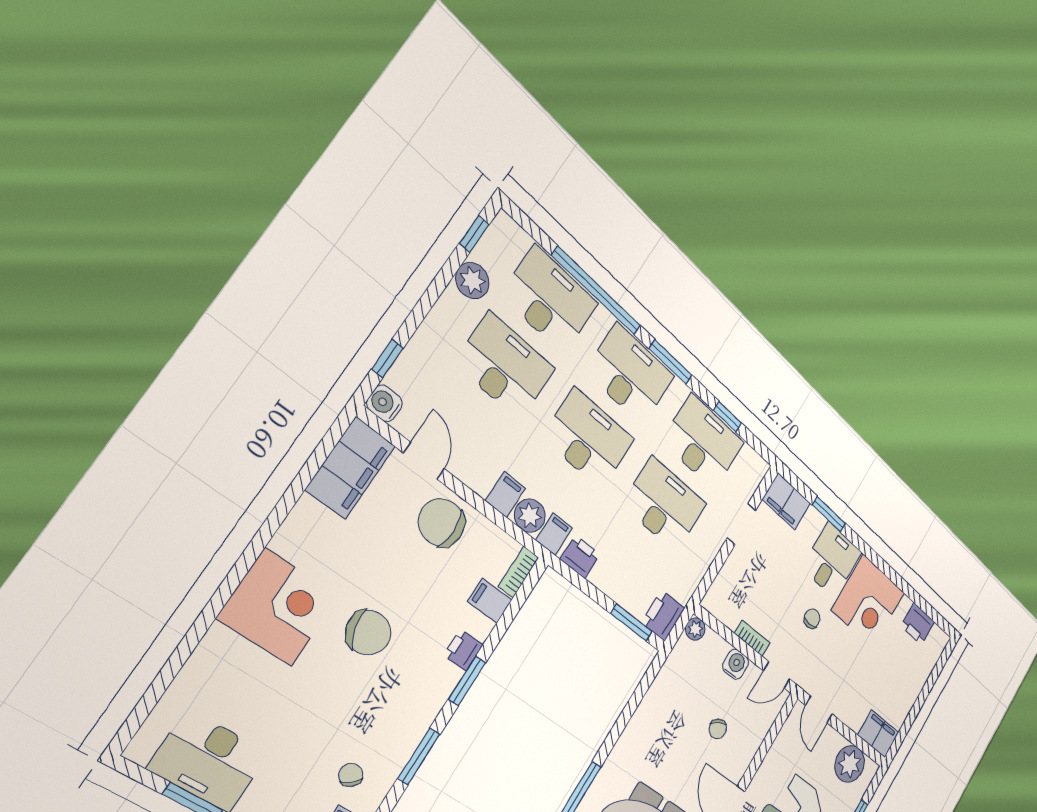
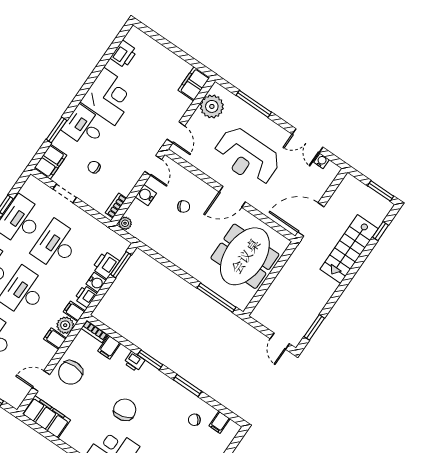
water cooler: (385, 403) -> (96, 282), moved, turned -90
printer: (663, 616) -> (106, 265), moved, turned 90
chair: (812, 619) -> (94, 167), moved
bookcase: (752, 638) -> (116, 206), moved
door: (819, 710) -> (176, 132), hinge flipped

